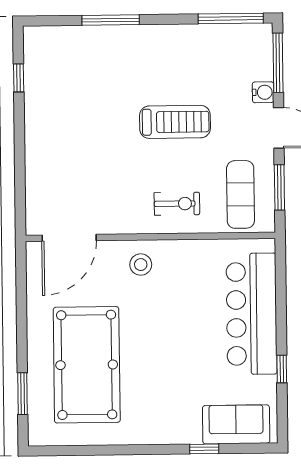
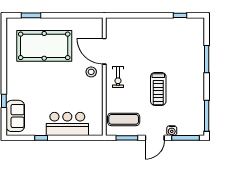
exercise bike: (177, 204) -> (118, 77), moved
door: (69, 238) -> (104, 51), moved
bar counter: (252, 314) -> (67, 124), width x0.73

